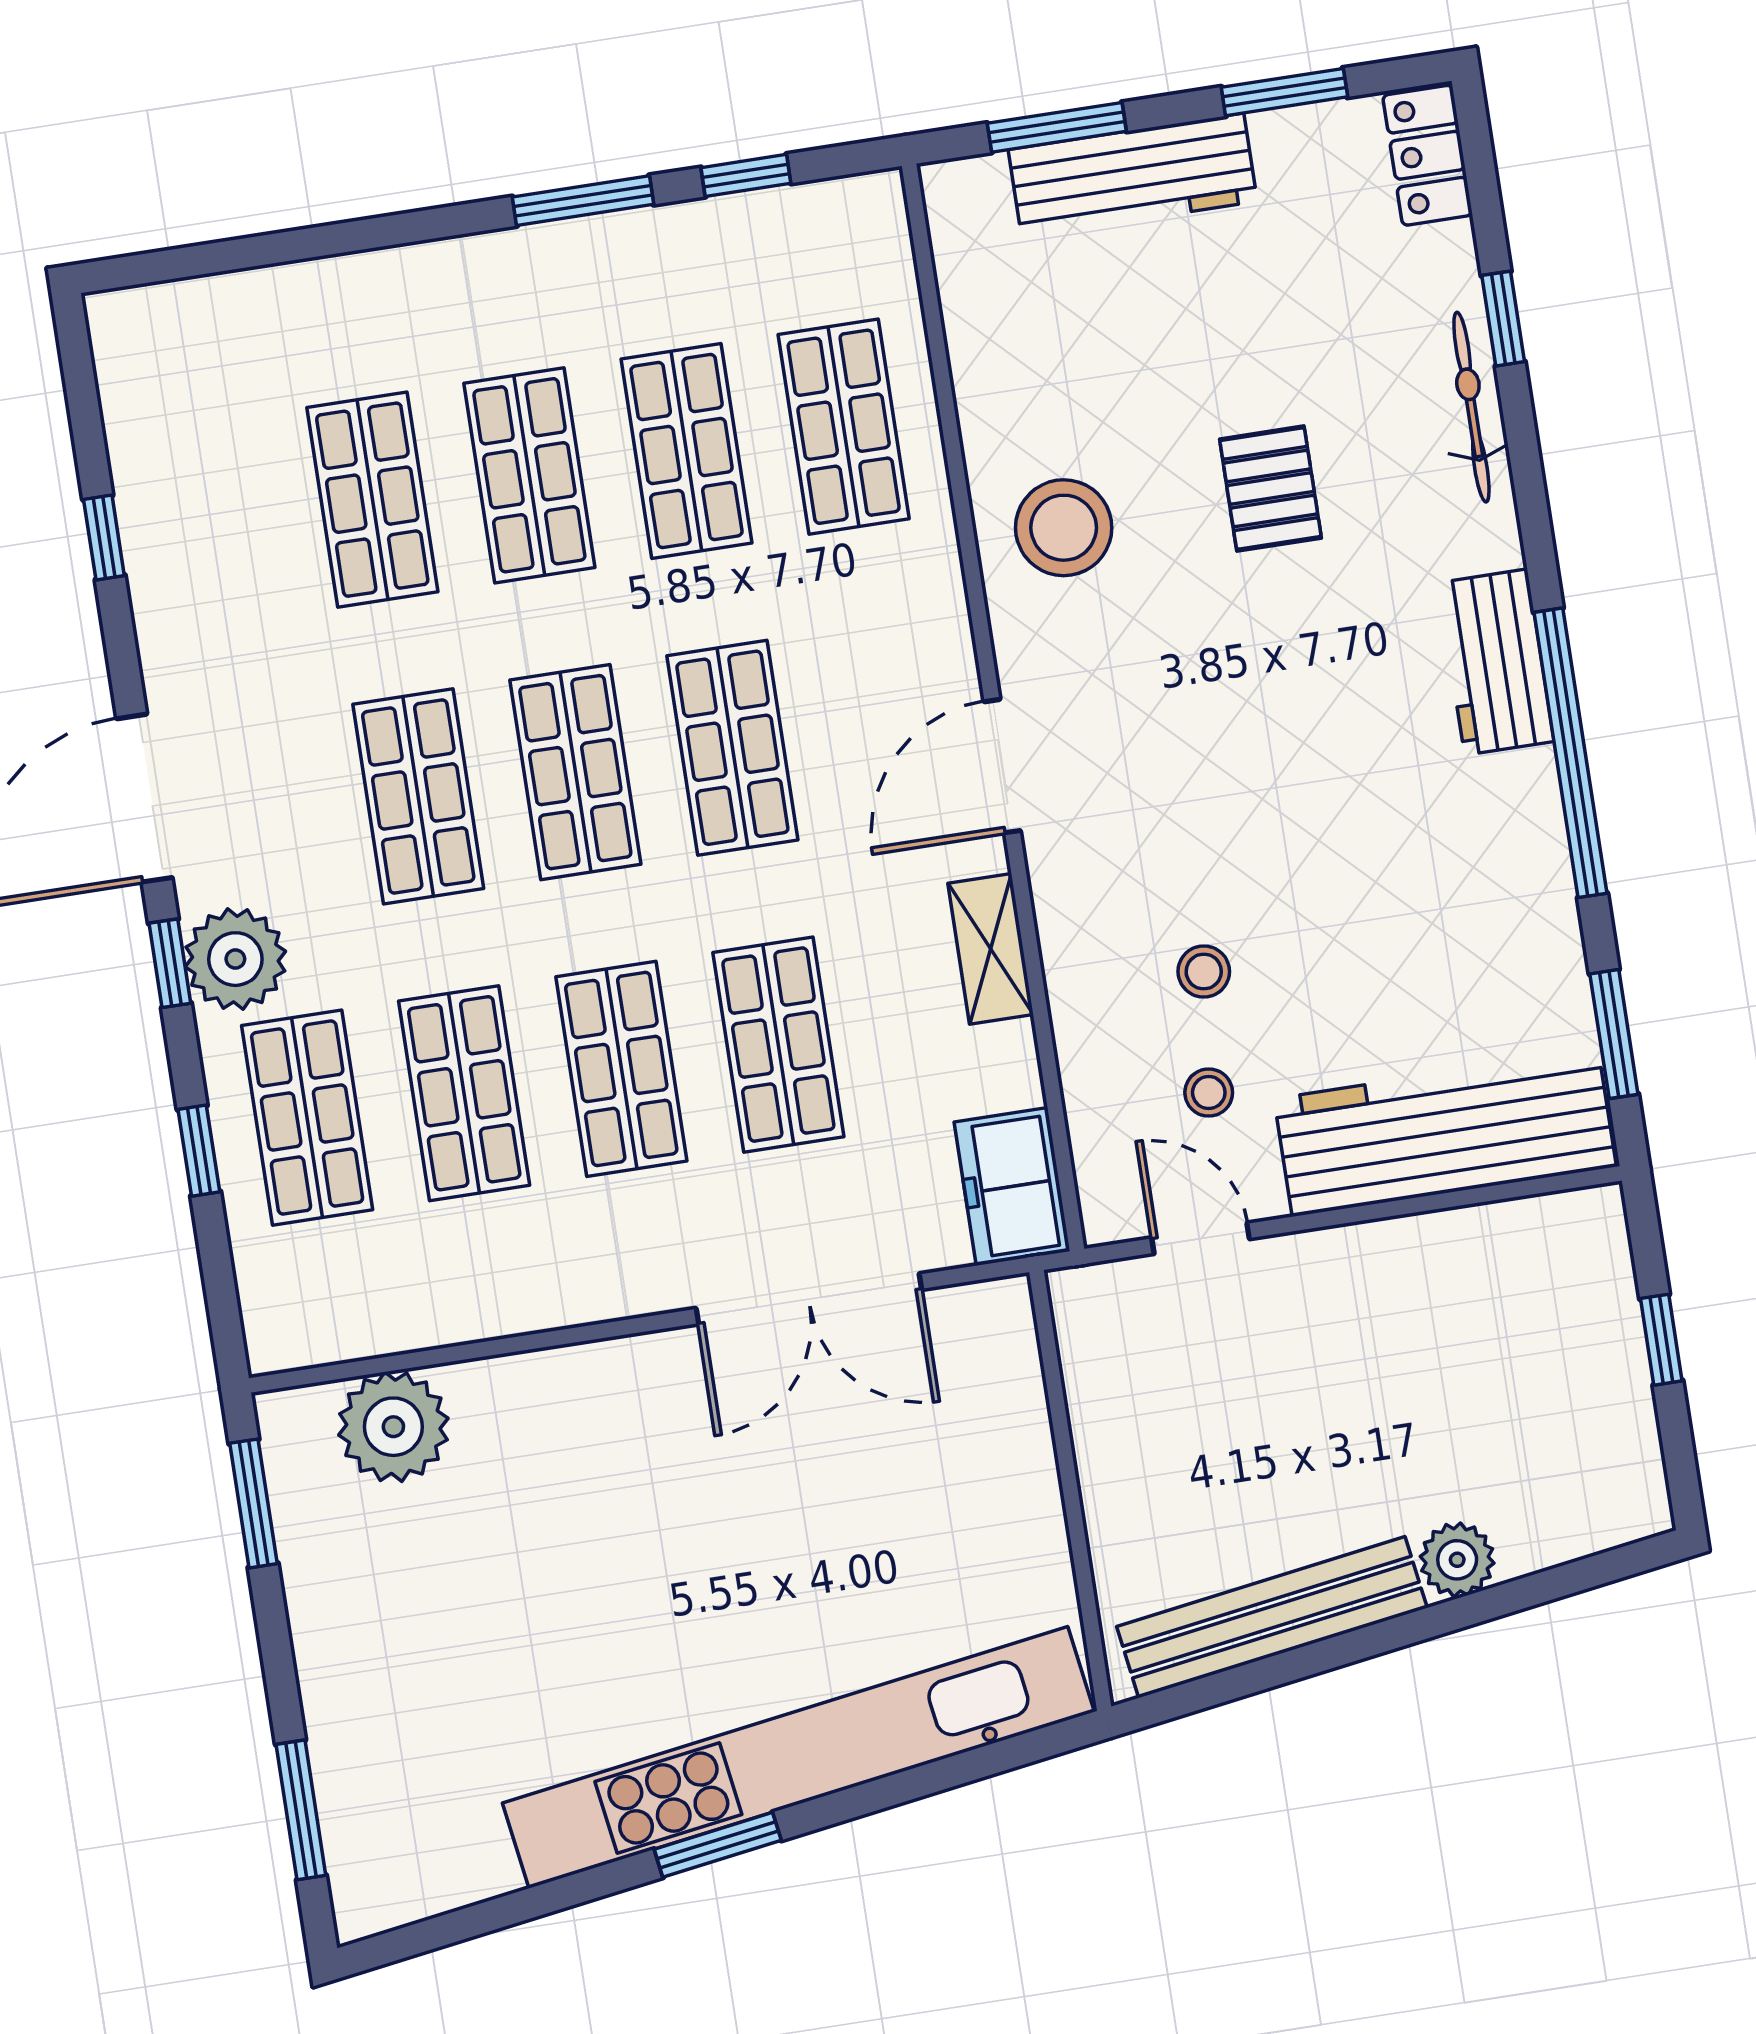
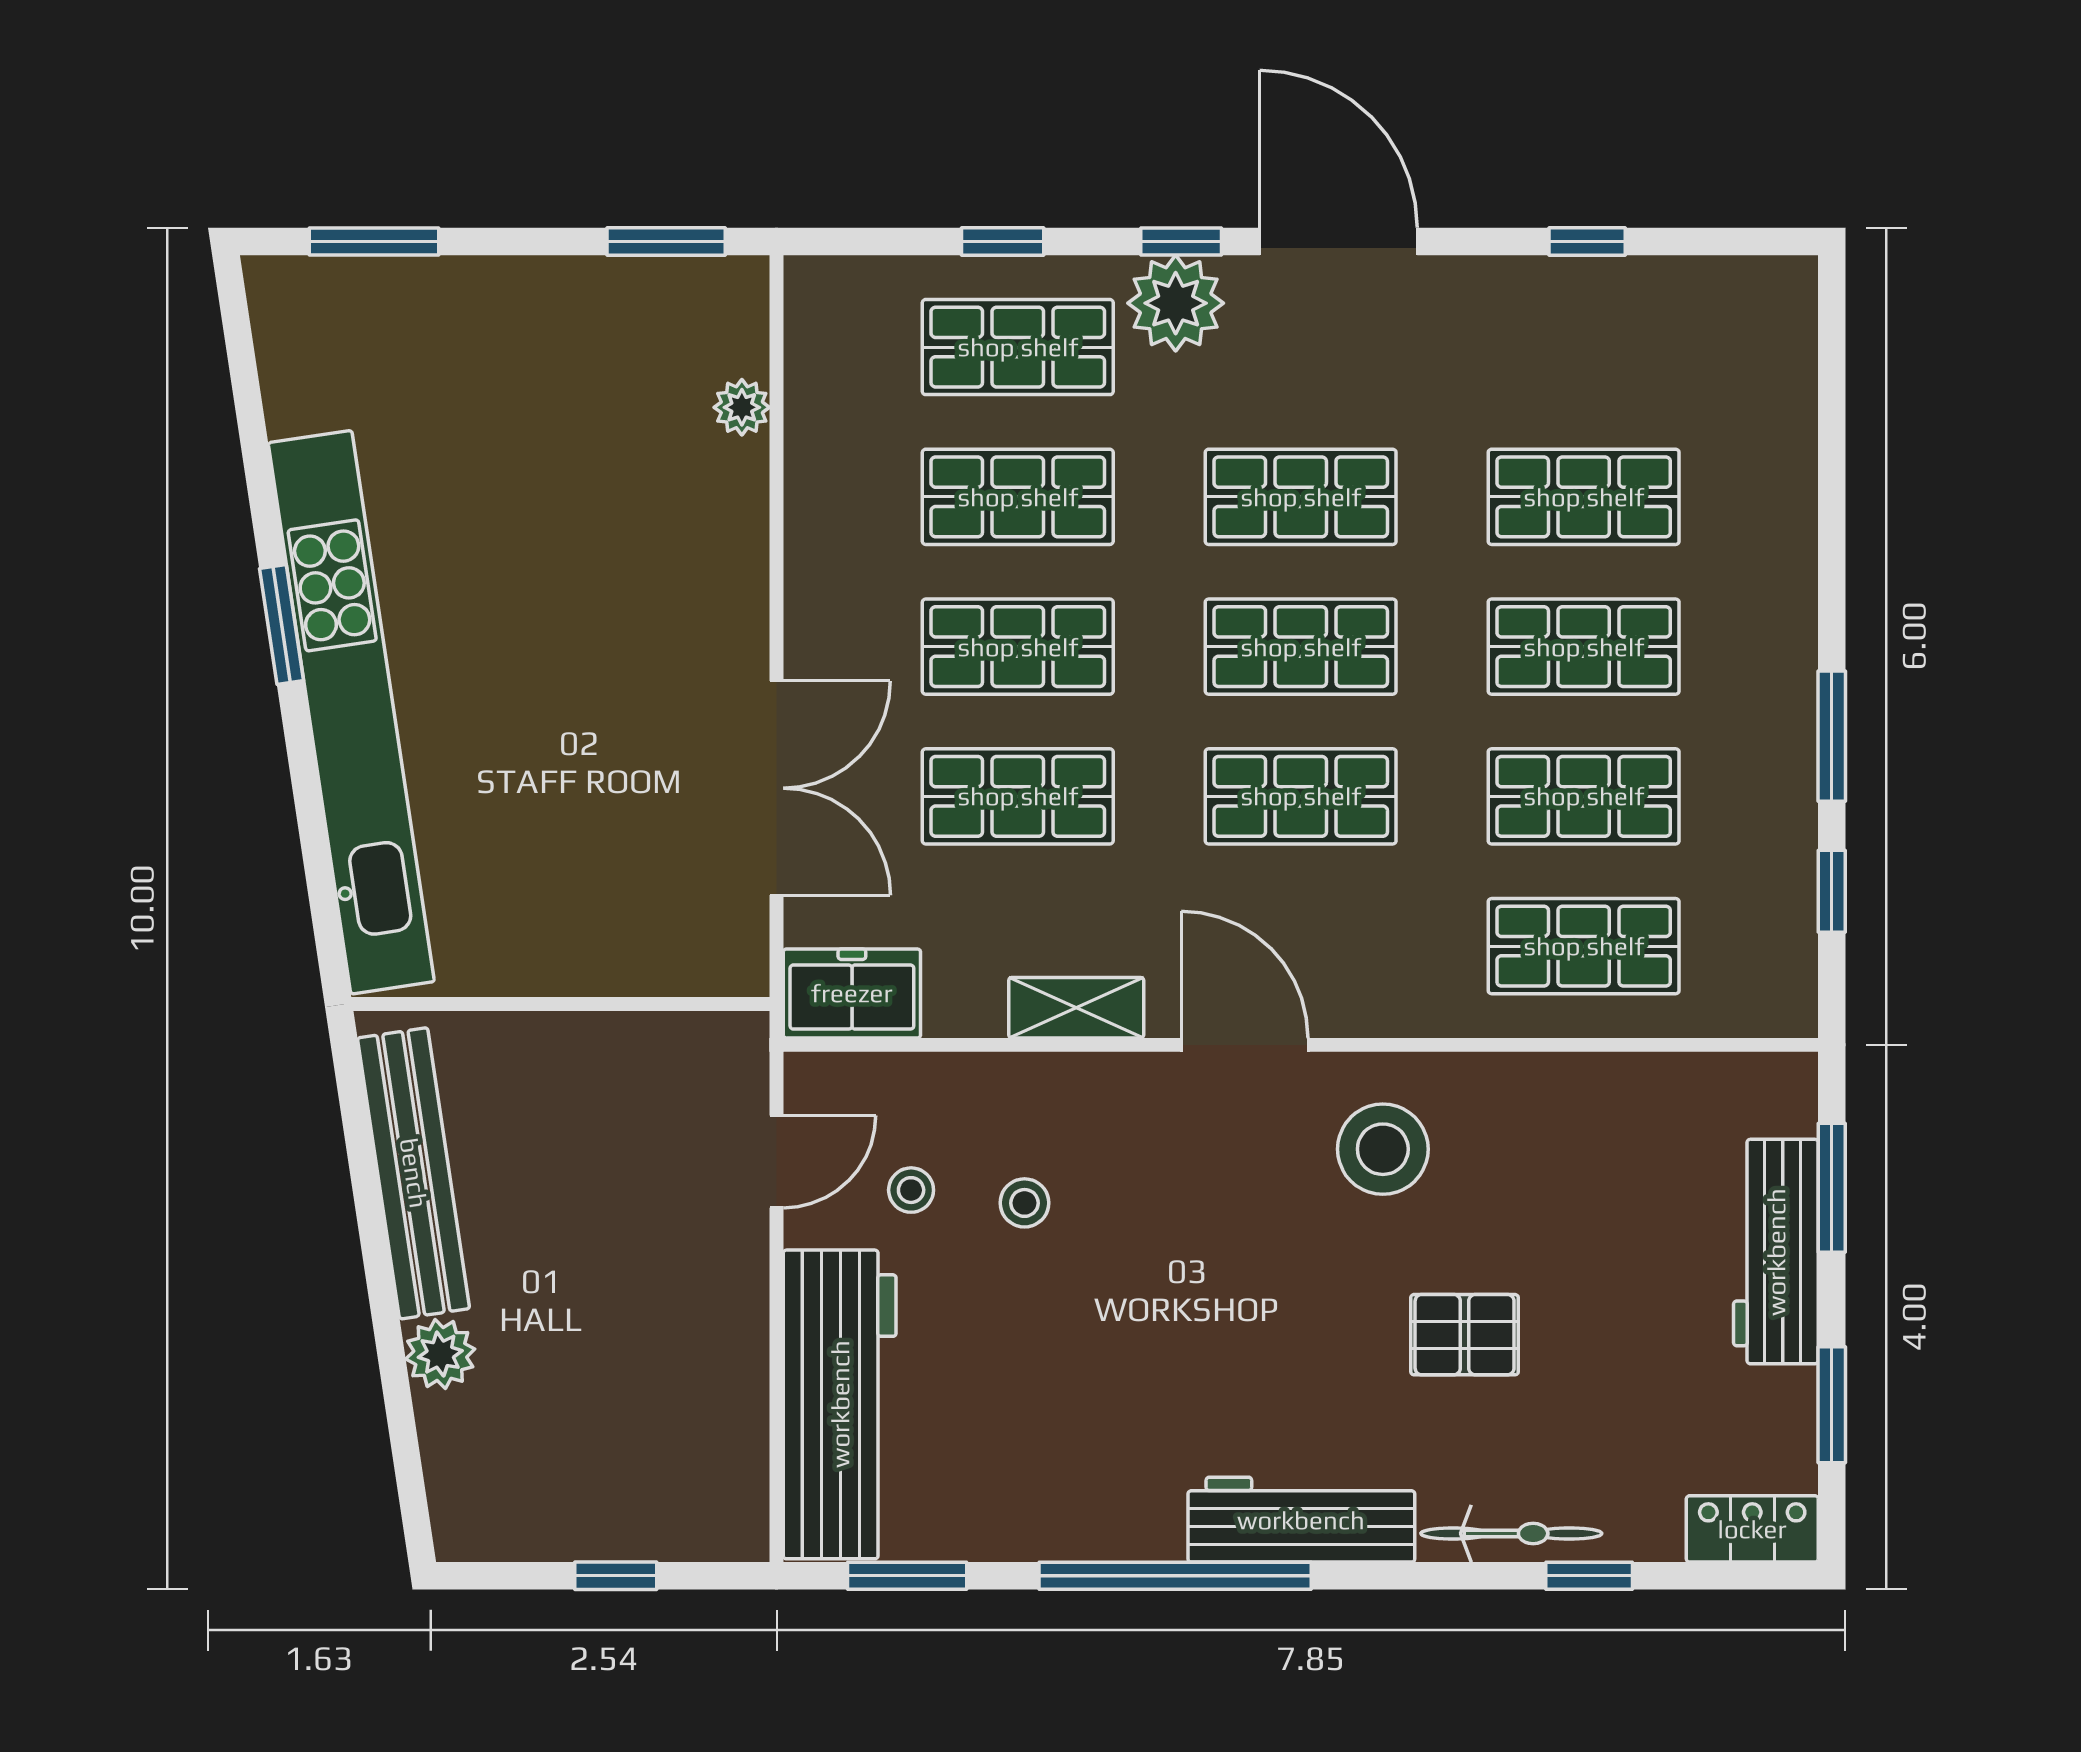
stool: (1064, 528) -> (1383, 1149), moved
workbench: (1496, 662) -> (1301, 1520), width x1.37
double door: (809, 1299) -> (777, 788), swing flipped
plant: (393, 1427) -> (742, 407), width x0.53, depth x0.53

